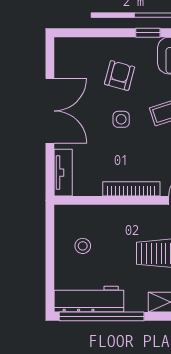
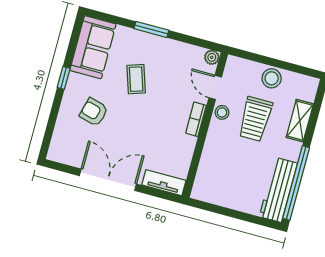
side table: (121, 119) -> (132, 121), removed
bookcase: (131, 189) -> (196, 119), width x0.64
stool: (83, 246) -> (222, 112), moved

